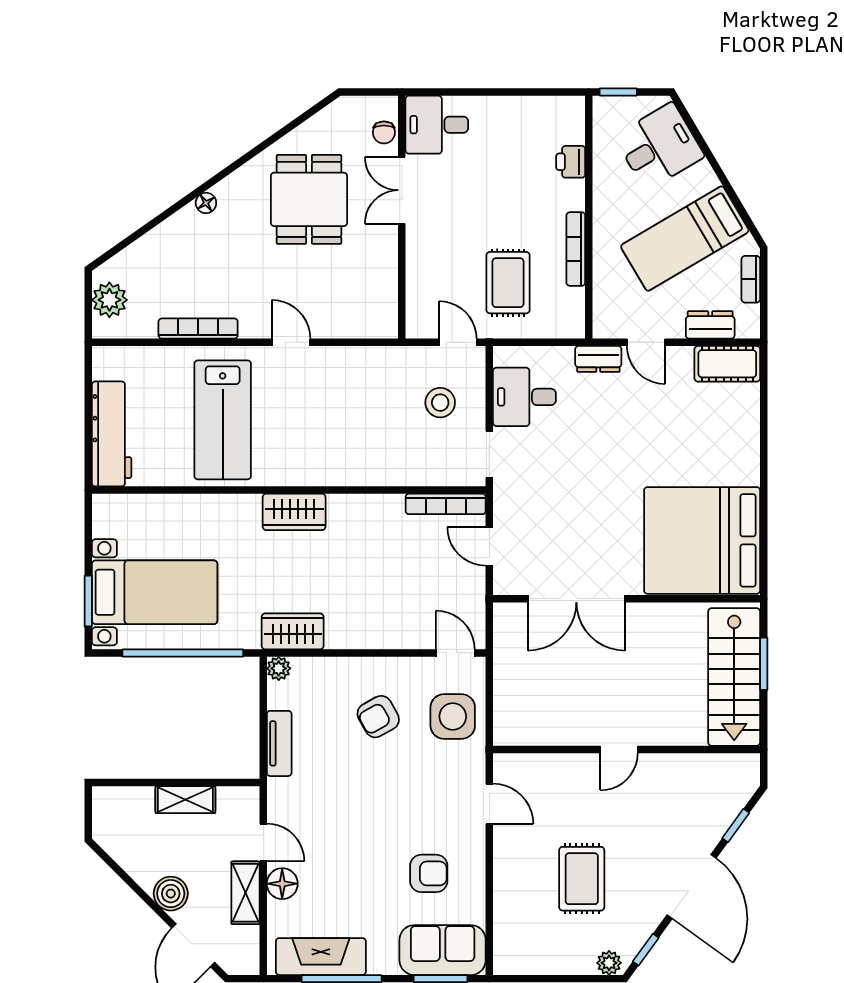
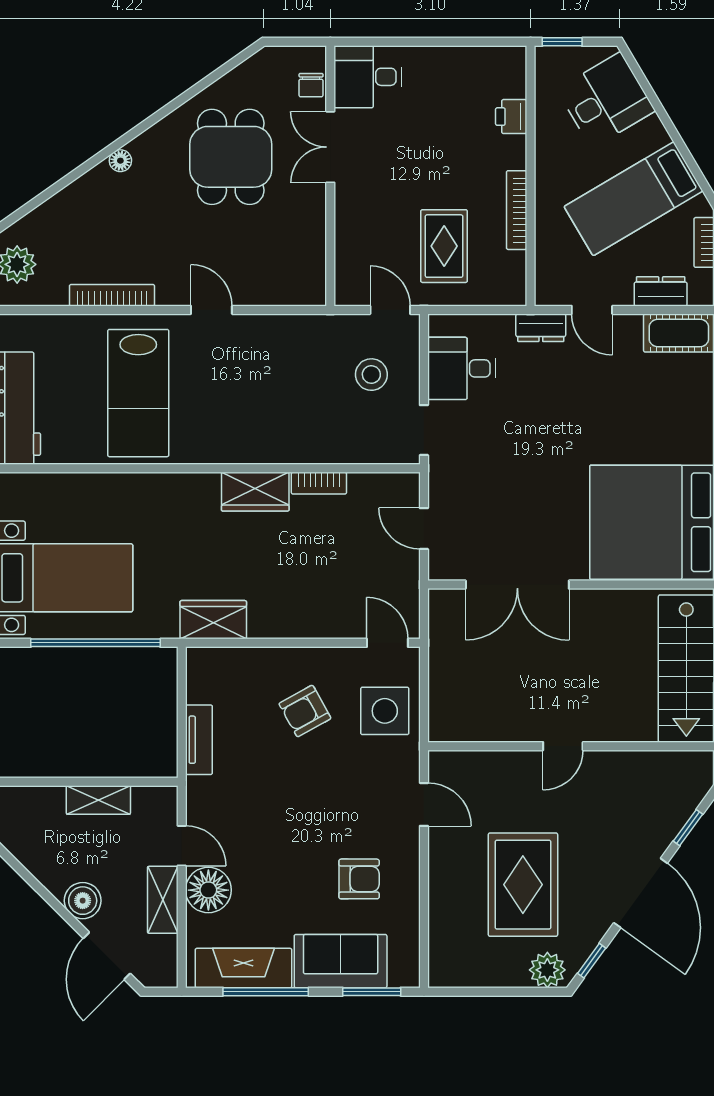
bookcase: (446, 504) -> (319, 483), moved, width x0.64
wardrobe: (294, 512) -> (255, 492), moved
plant: (279, 668) -> (198, 659), removed
rug: (582, 879) -> (523, 885), width x1.36, depth x1.43
floor lamp: (282, 884) -> (208, 890), width x1.38, depth x1.38
sofa: (443, 950) -> (341, 961), moved
plant: (609, 963) -> (547, 970), width x1.38, depth x1.38

